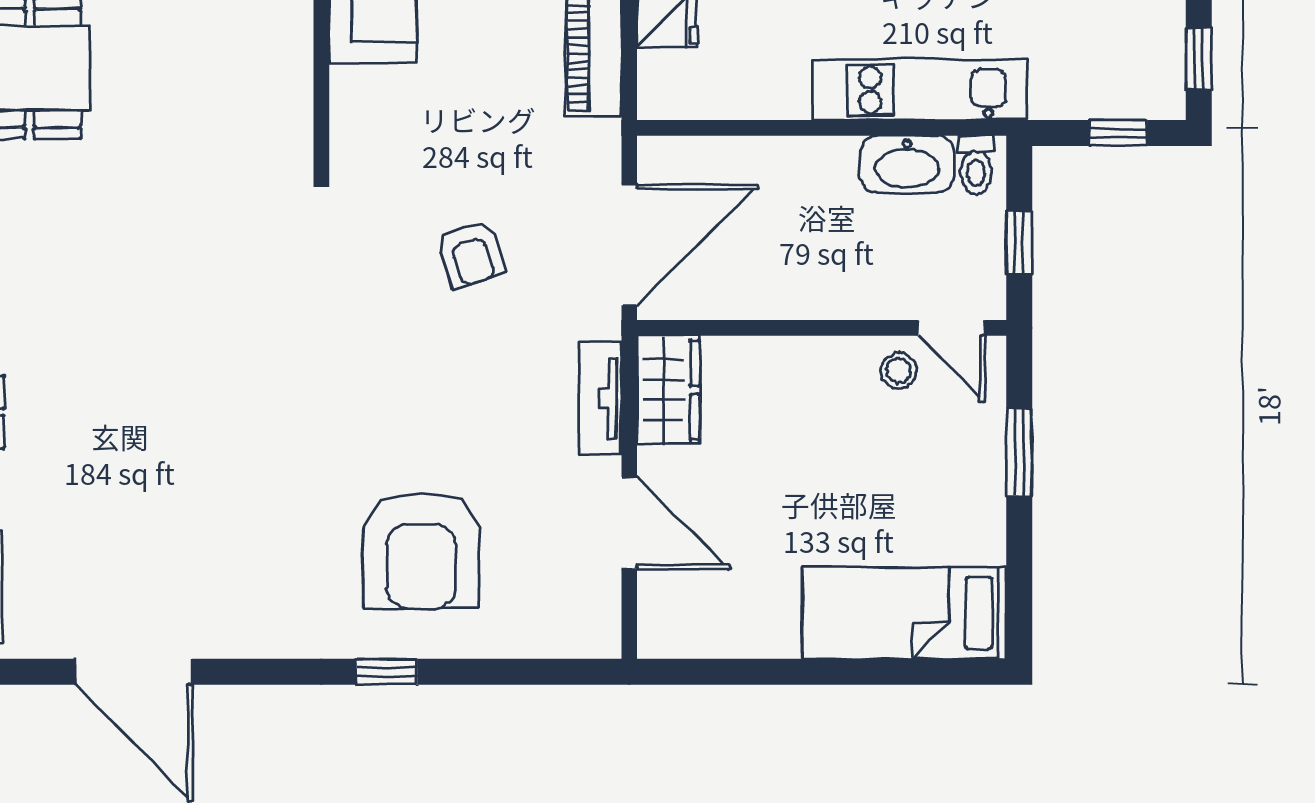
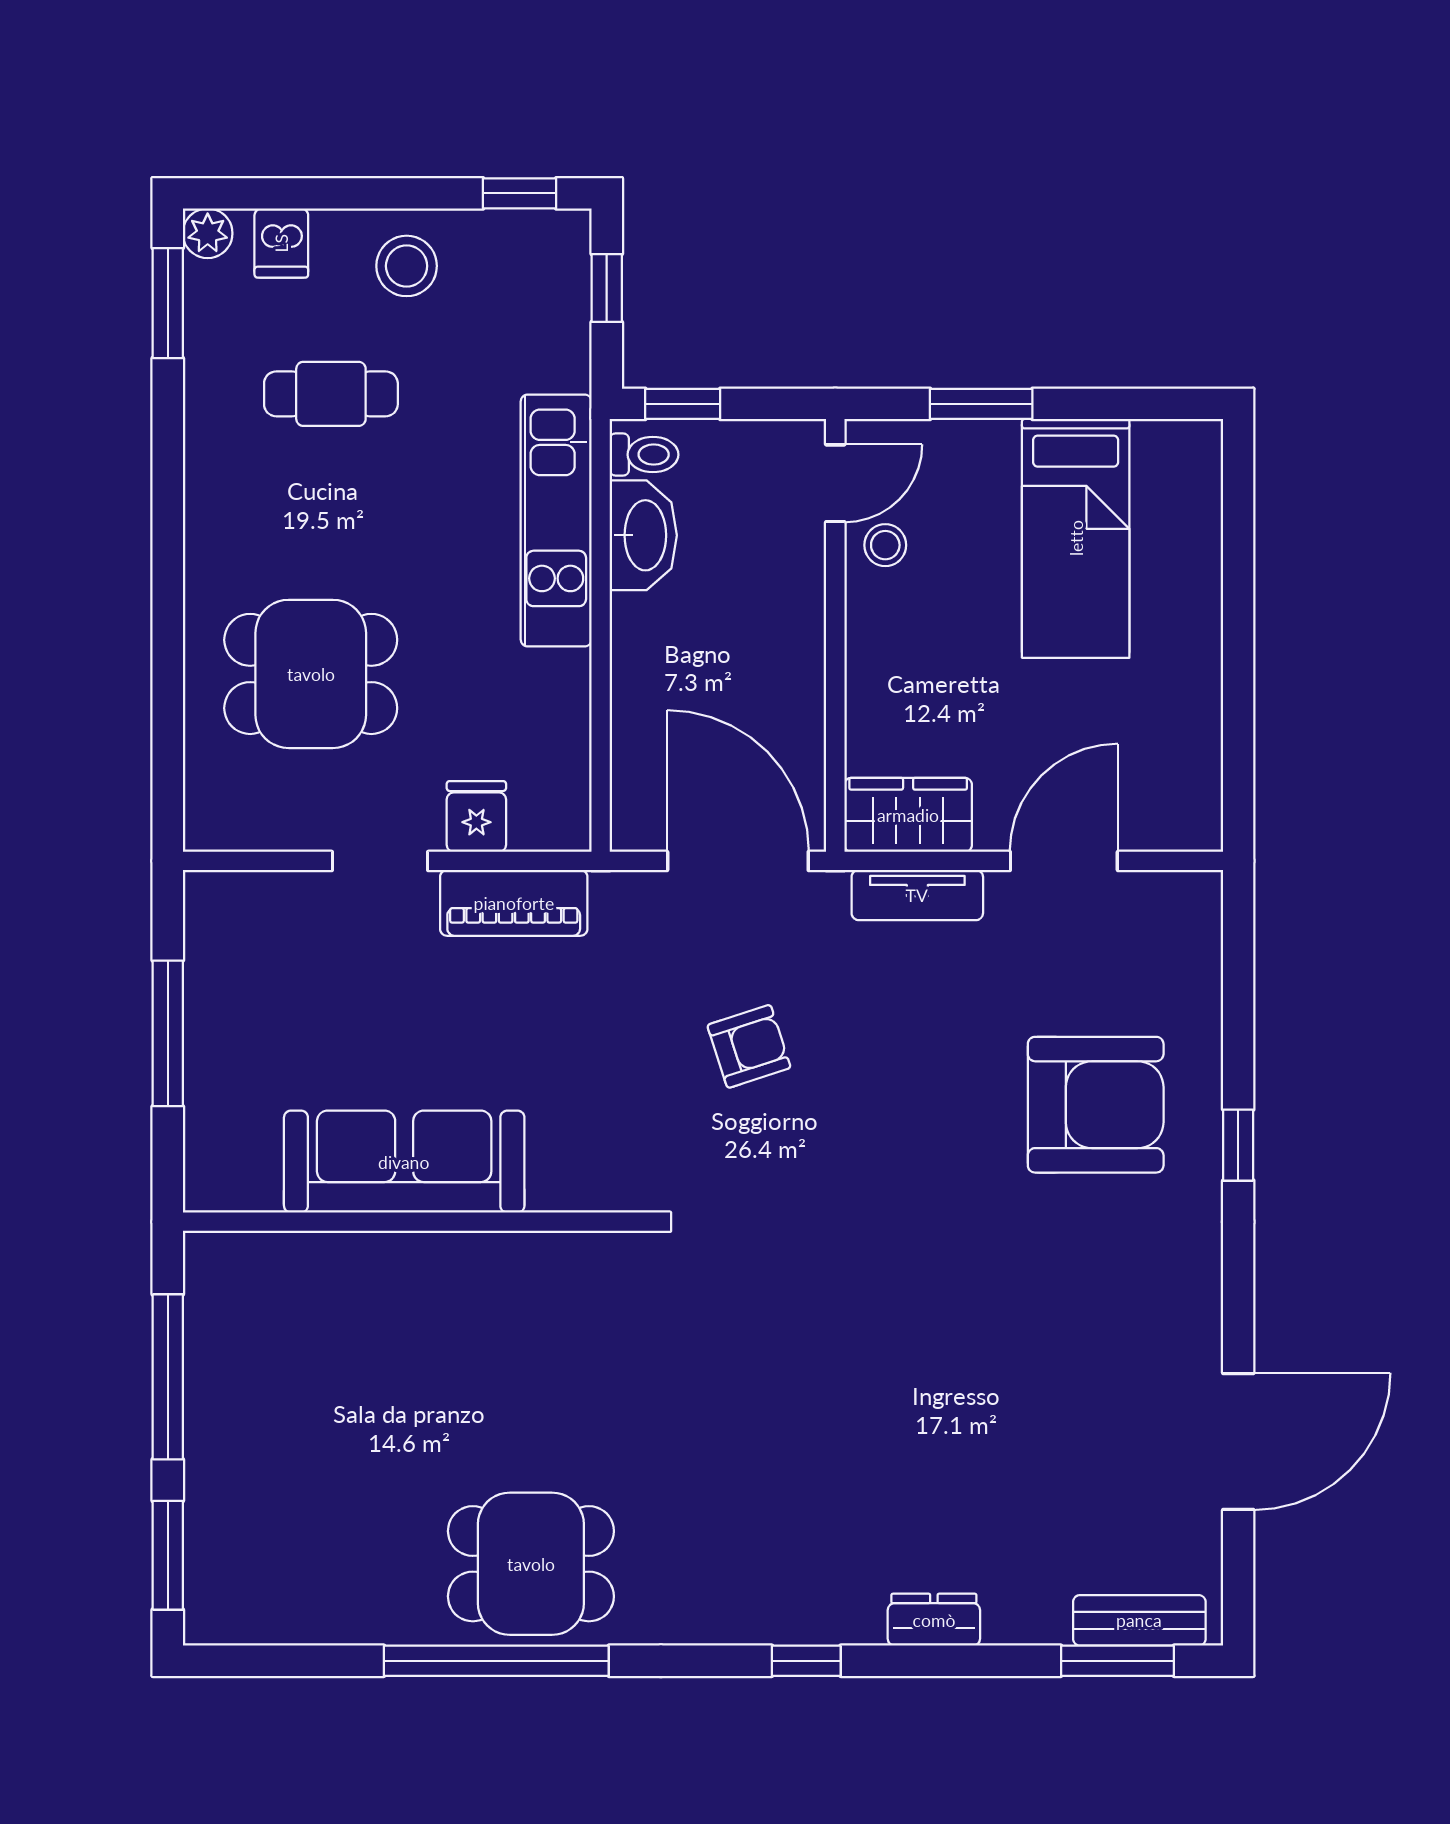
window: (1019, 242) -> (683, 404), moved
bed: (904, 613) -> (1076, 538), moved

